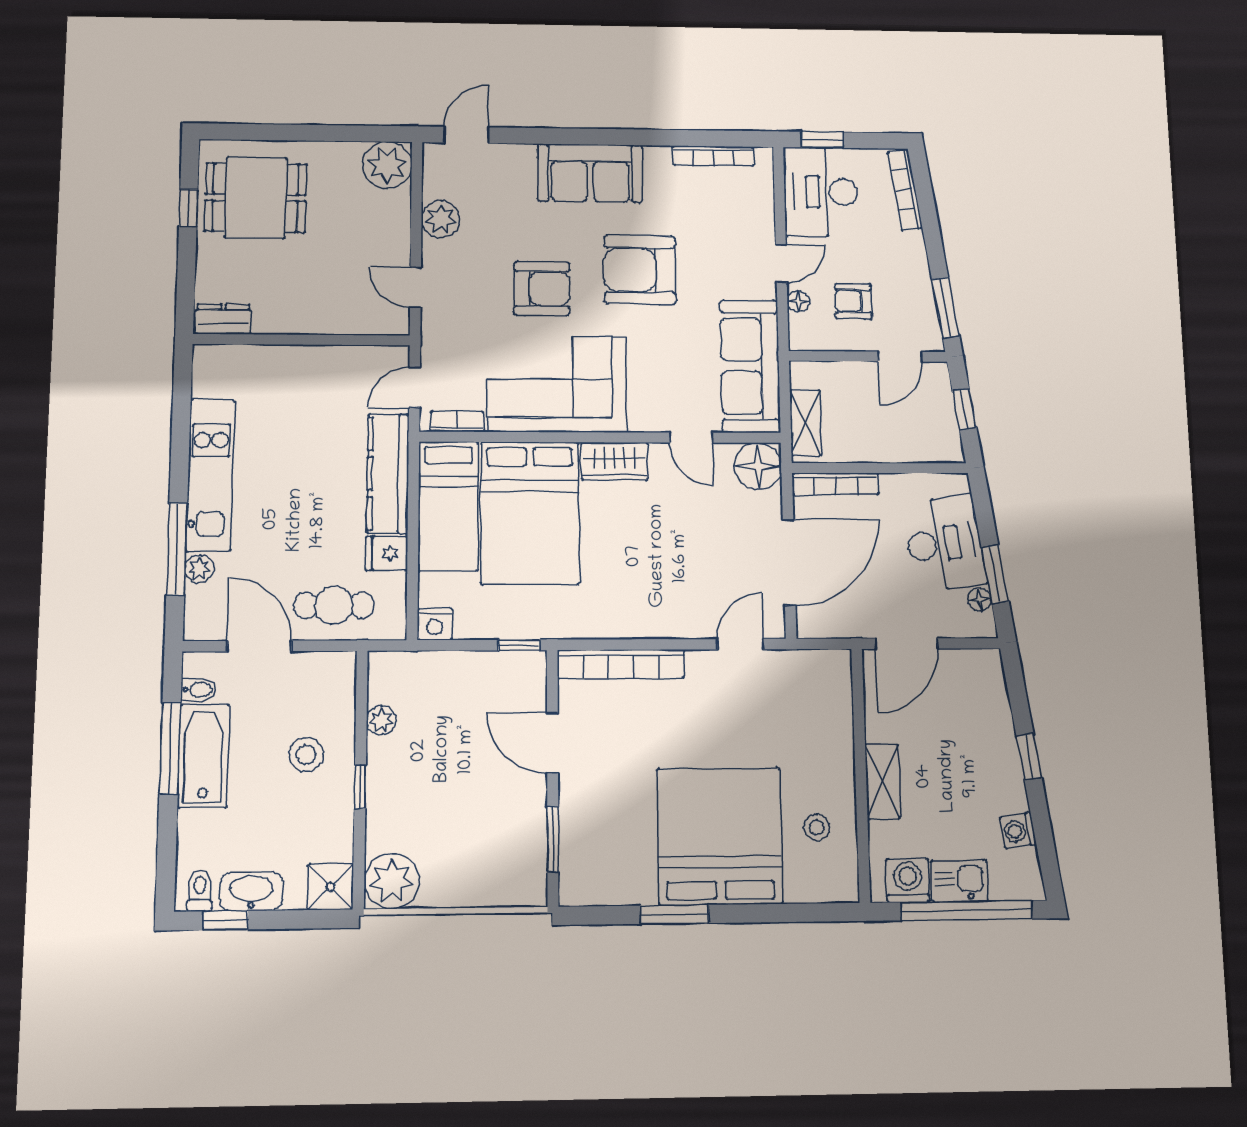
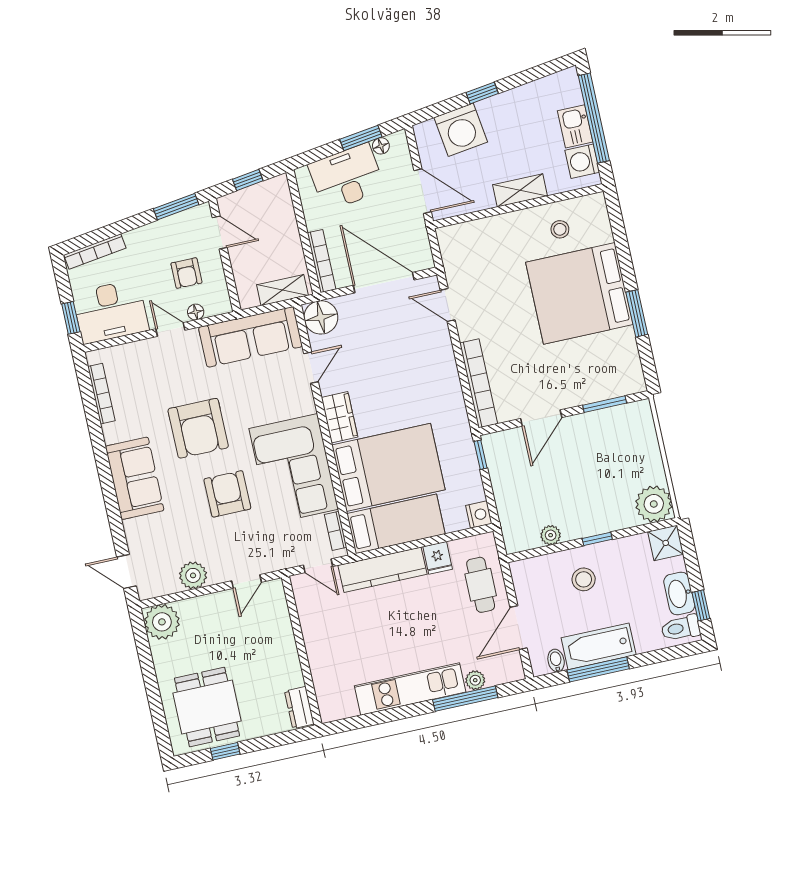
washing machine: (1018, 831) -> (461, 130), moved, width x1.89, depth x1.89
toilet: (200, 891) -> (681, 628), width x1.37, depth x1.39

